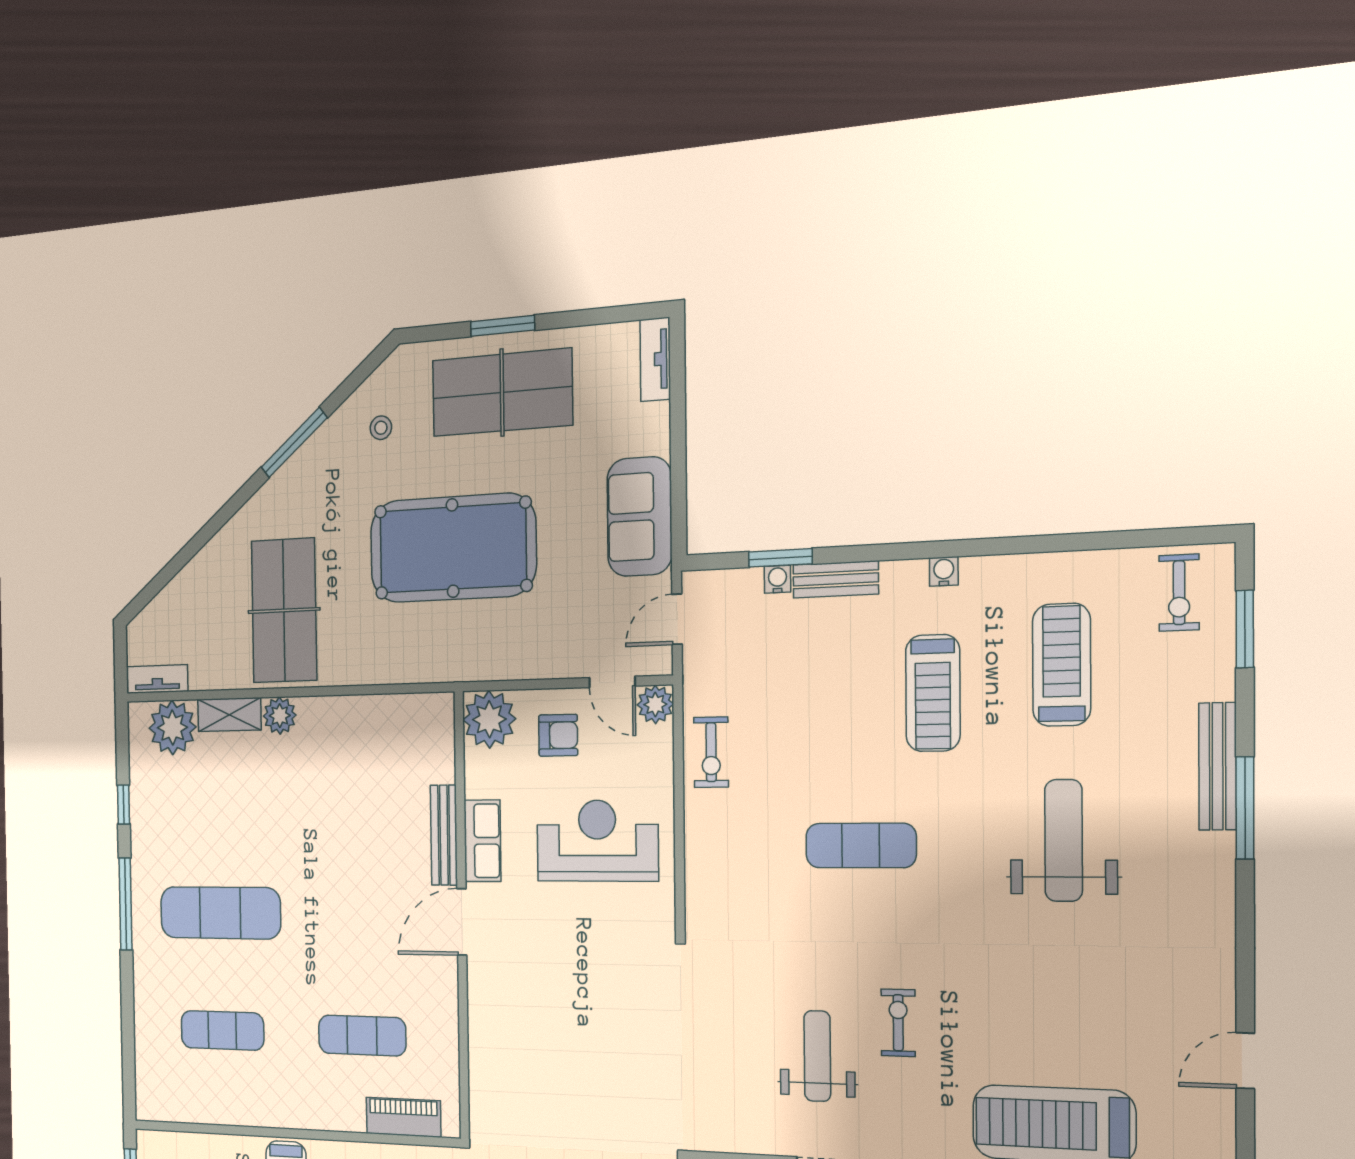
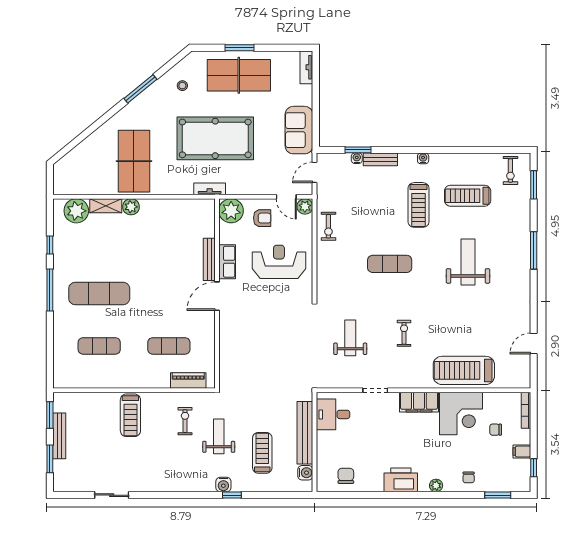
treadmill: (1062, 665) -> (468, 196), turned -90
tv unit: (157, 679) -> (210, 189), moved
bench: (1218, 766) -> (524, 235), removed
weight bench: (817, 1056) -> (350, 338), moved

